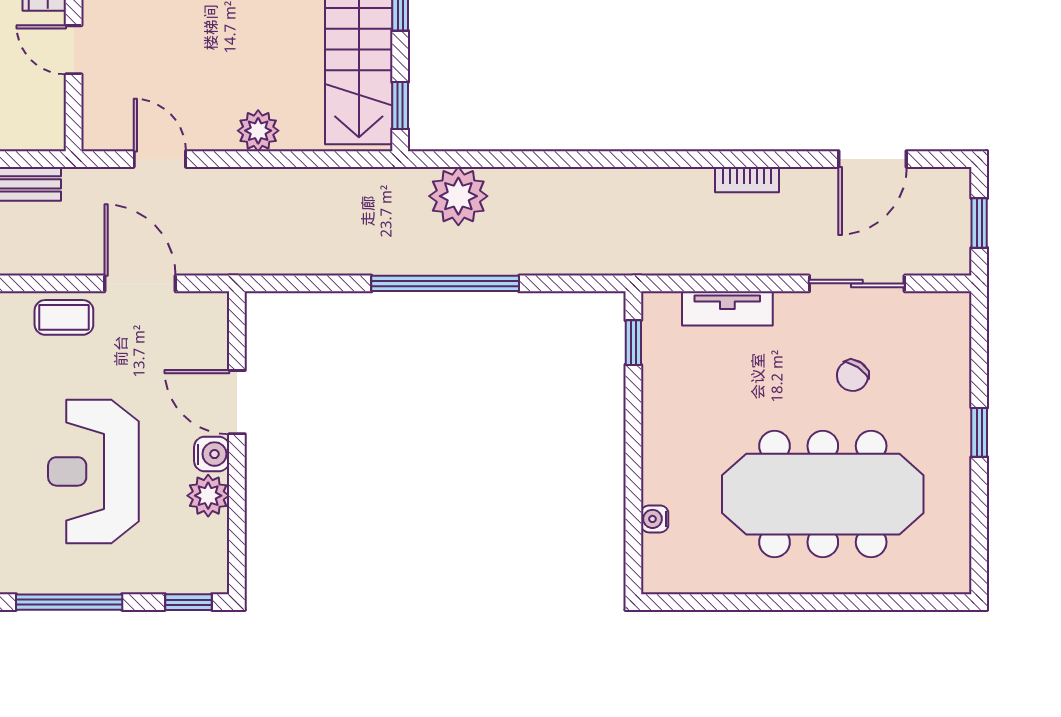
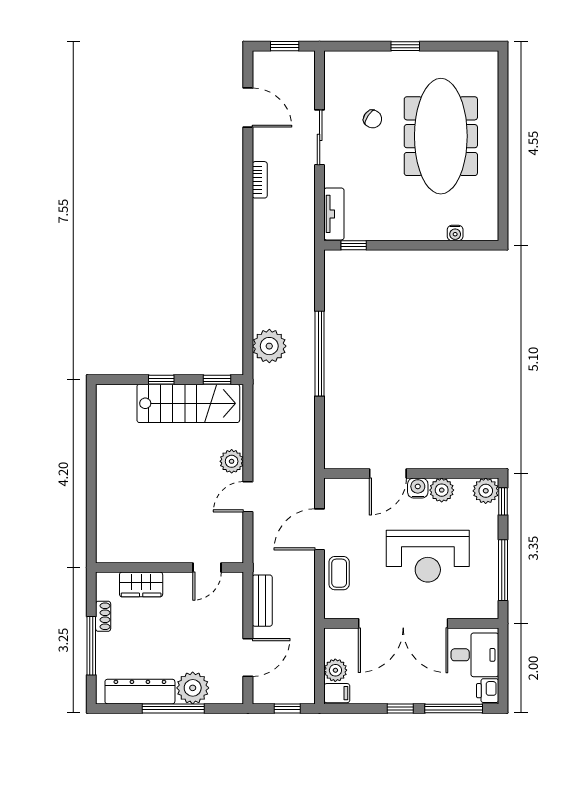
door: (74, 50) -> (207, 568), moved
door: (160, 159) -> (248, 497), moved
sliding door: (857, 283) -> (320, 137), moved
tv unit: (727, 308) -> (334, 214), moved
plant: (207, 572) -> (486, 491), added

